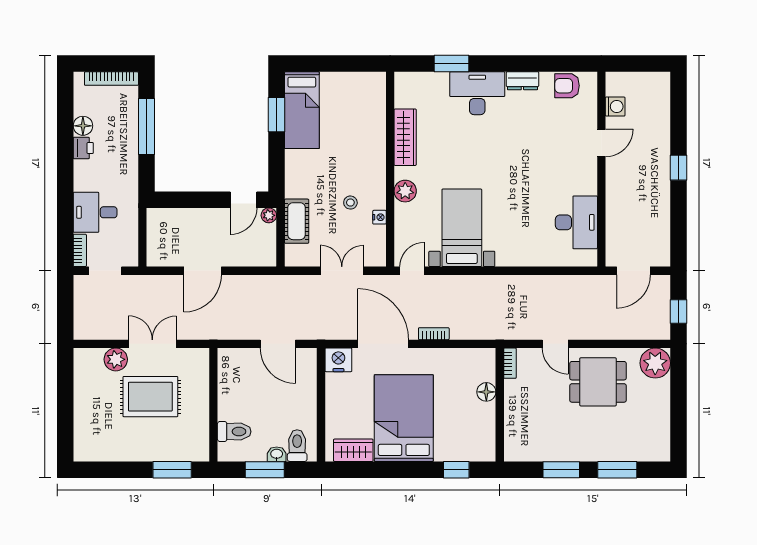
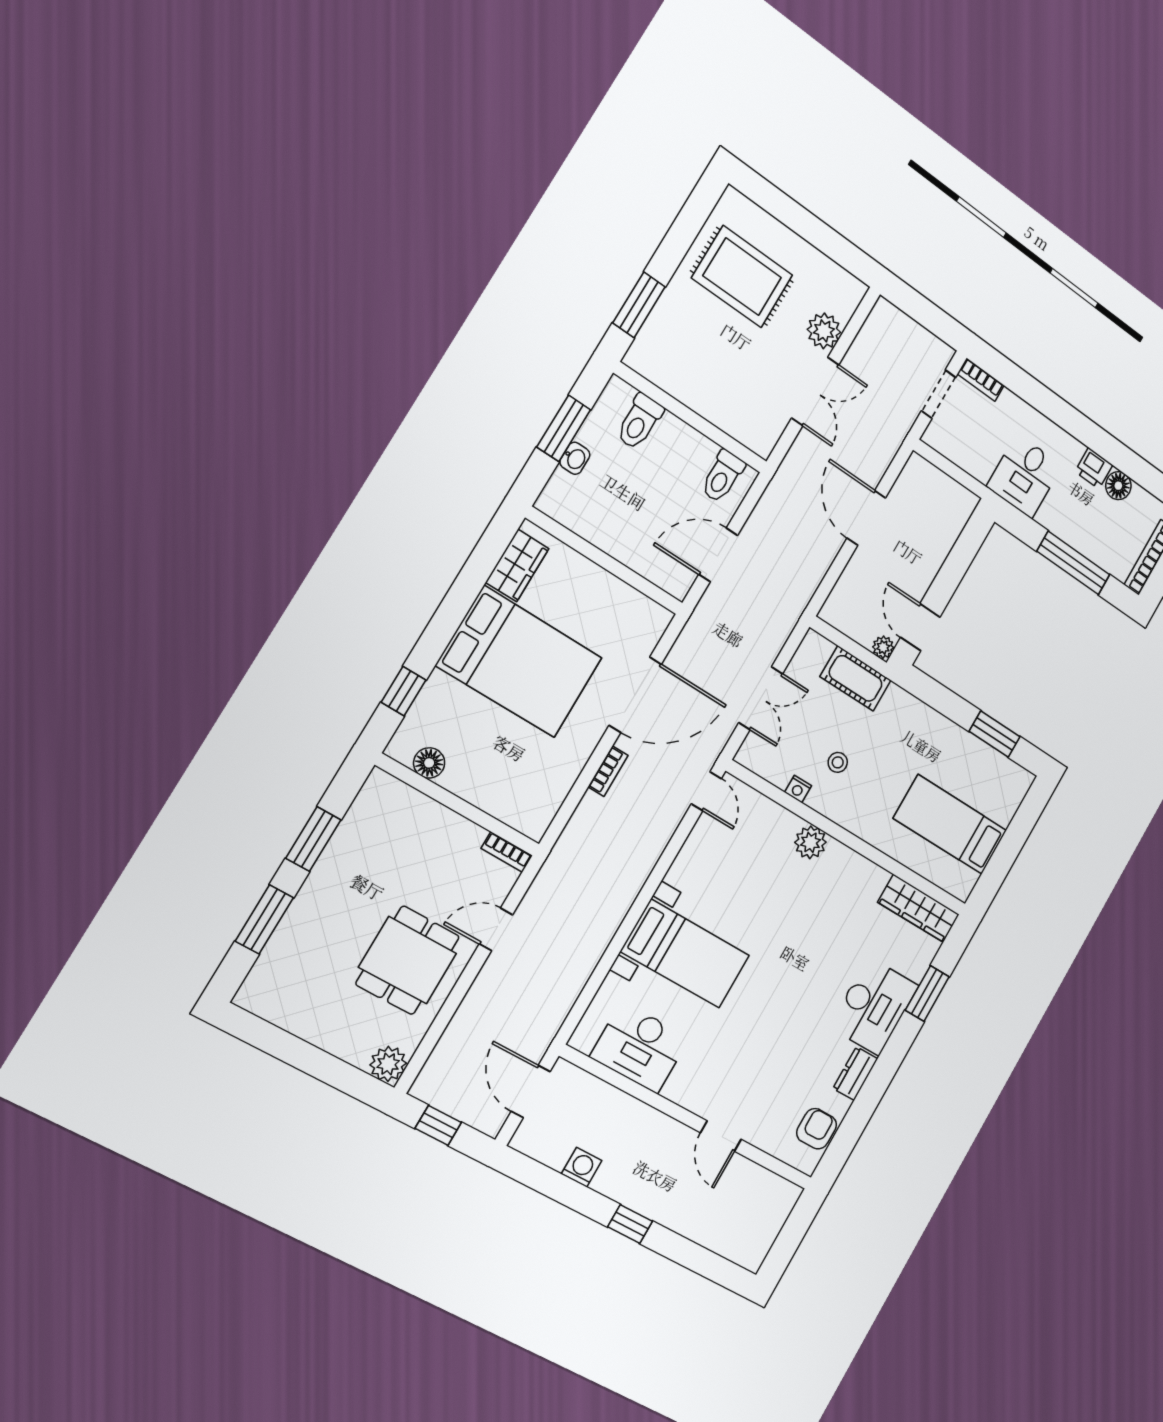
washing machine: (615, 107) -> (582, 1167), moved, turned 180
bed: (302, 110) -> (950, 825), moved
wardrobe: (405, 137) -> (919, 908), moved
desk: (95, 212) -> (1024, 476), moved, turned 180
bed with nightstands: (462, 228) -> (685, 954), moved
nightstand: (338, 360) -> (650, 622), removed
plant: (655, 363) -> (388, 1064), width x0.73, depth x0.73
floor lamp: (486, 392) -> (429, 763), moved
rug: (150, 397) -> (742, 277), moved, turned 90
toilet: (297, 446) -> (723, 476), moved, turned 90

